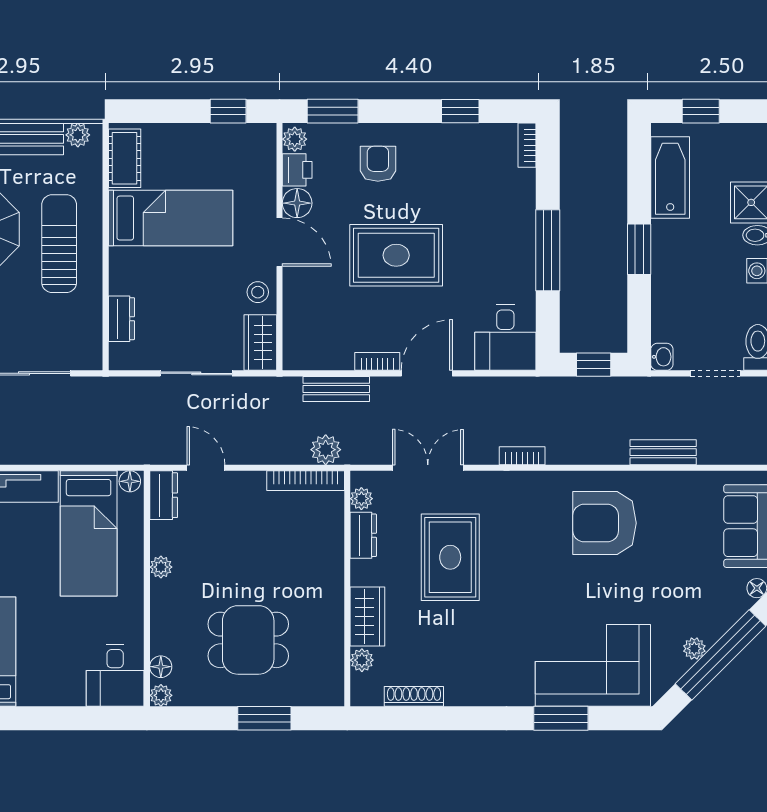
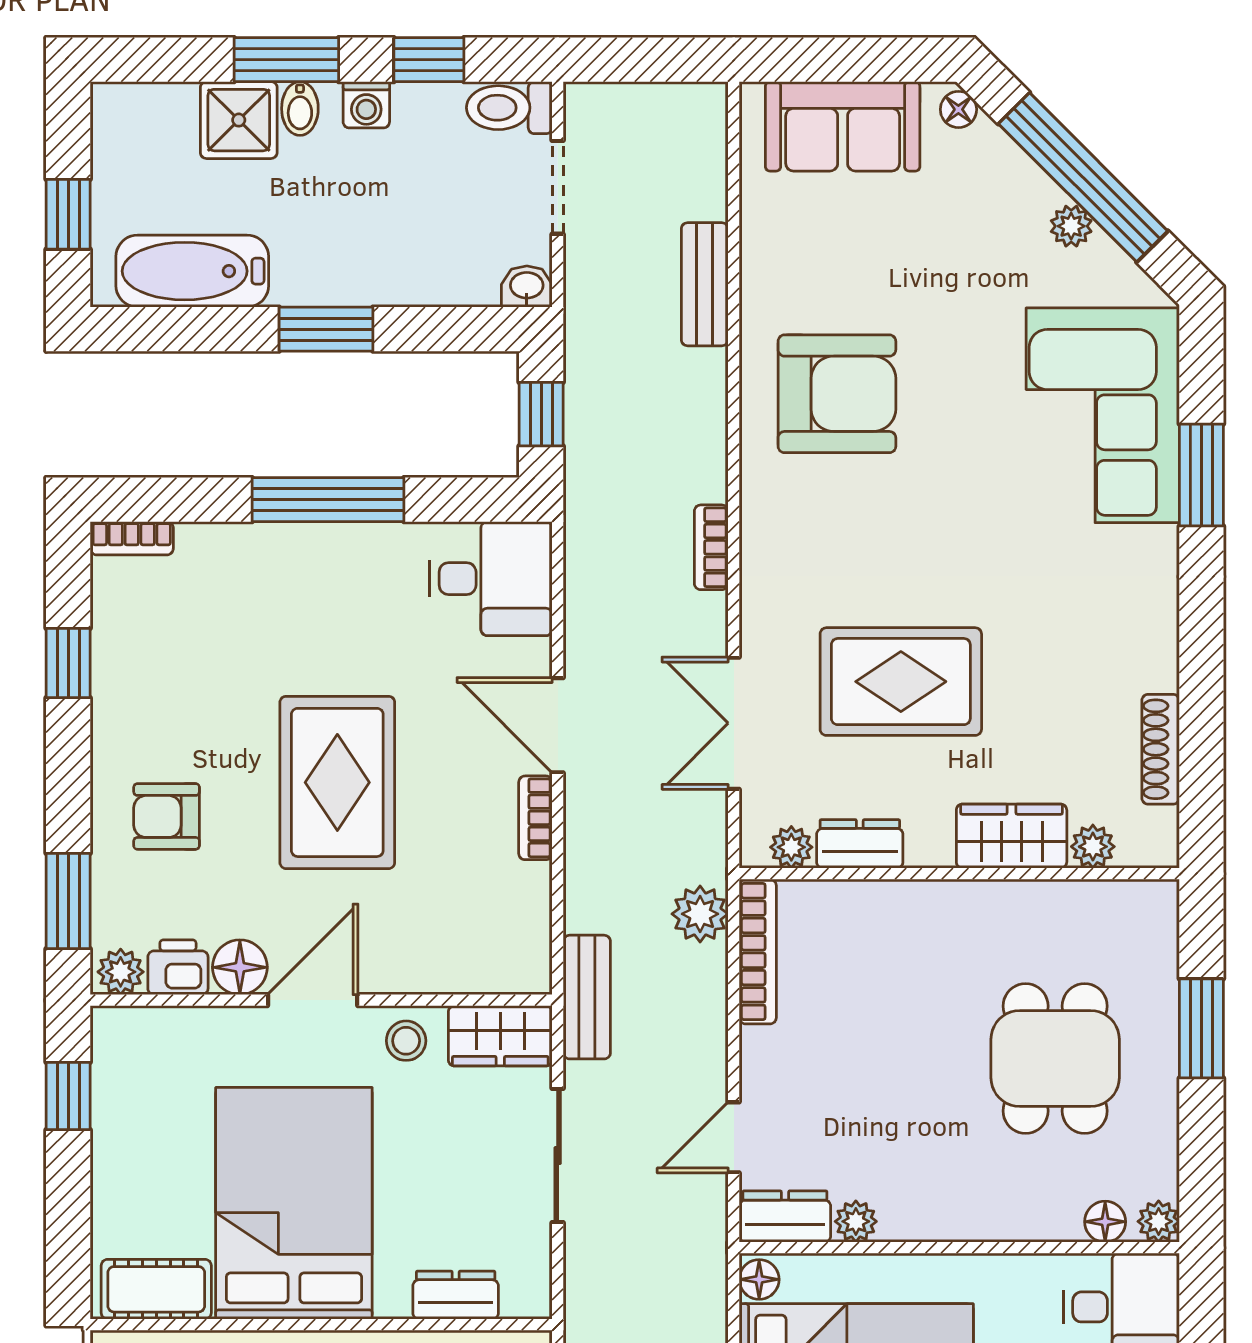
bed: (171, 218) -> (294, 1203), width x1.50
bench: (336, 389) -> (587, 997), moved
armchair: (604, 523) -> (837, 394), turned -90
plant: (161, 567) -> (856, 1221), moved

